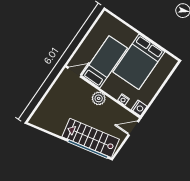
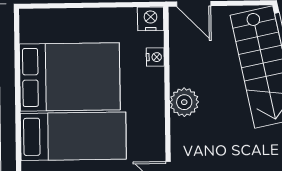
bed: (104, 62) -> (73, 136), moved, turned 180

